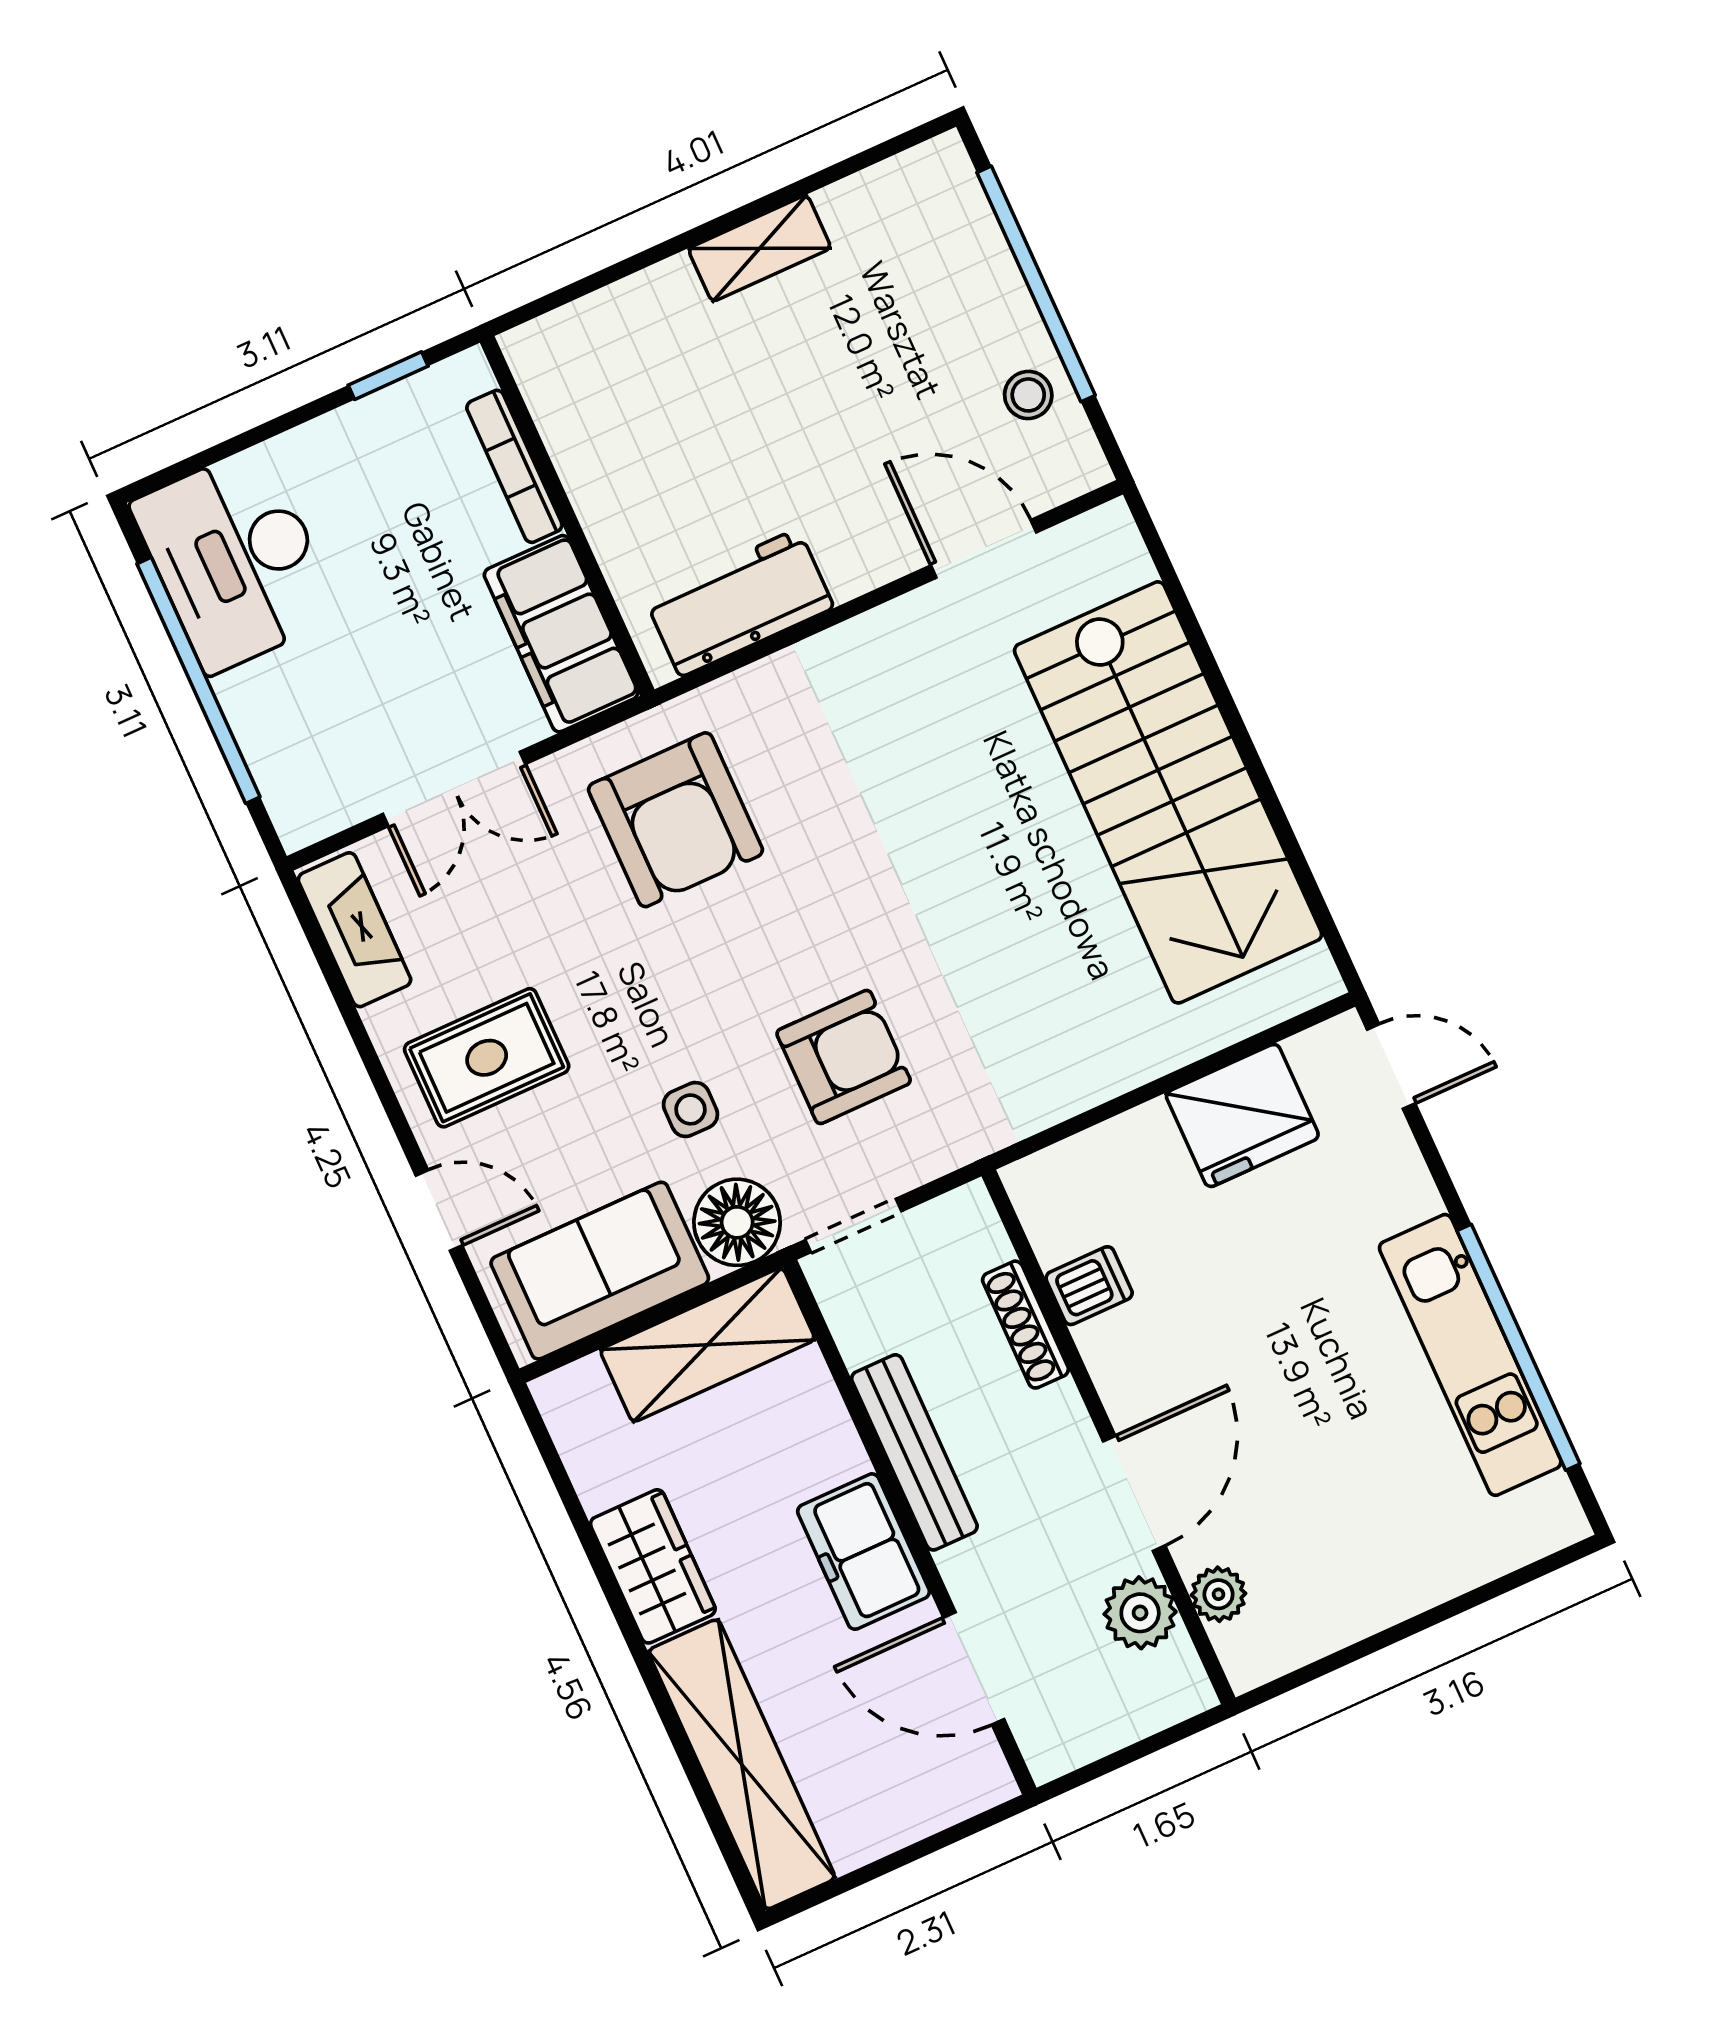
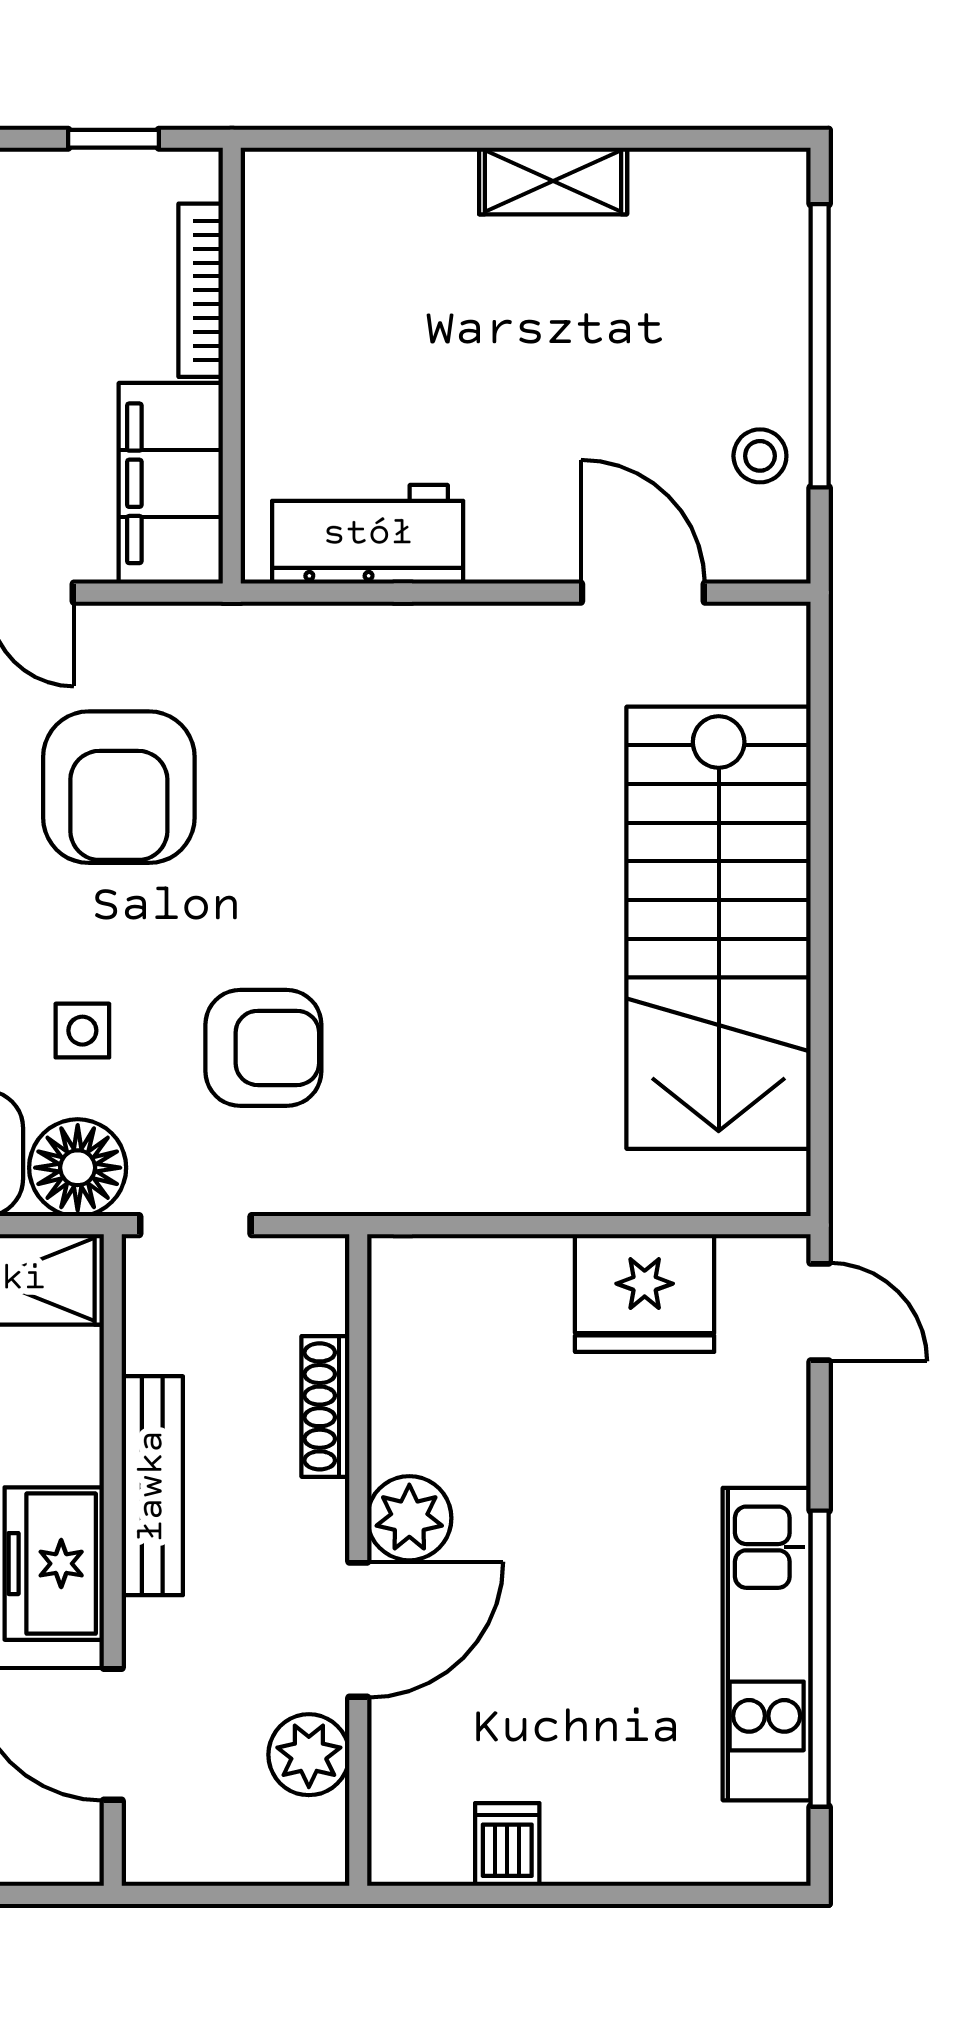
armchair: (676, 820) -> (119, 787), moved
dishwasher: (1089, 1286) -> (507, 1844), moved, turned -90
plant: (1219, 1594) -> (409, 1518), moved, width x1.38, depth x1.38

